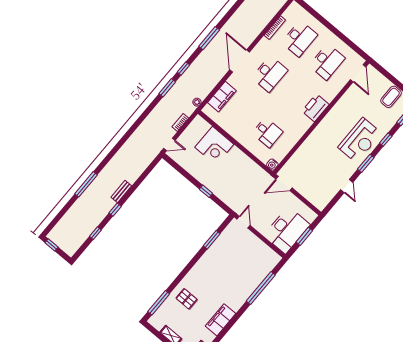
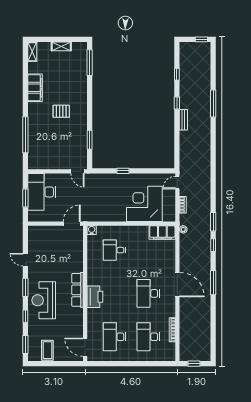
filing cabinet: (222, 97) -> (162, 232), moved, turned -90
row of seats: (325, 125) -> (77, 290), added
corner desk: (214, 146) -> (144, 204), width x1.36, depth x1.36
pallet: (187, 299) -> (61, 111), moved

